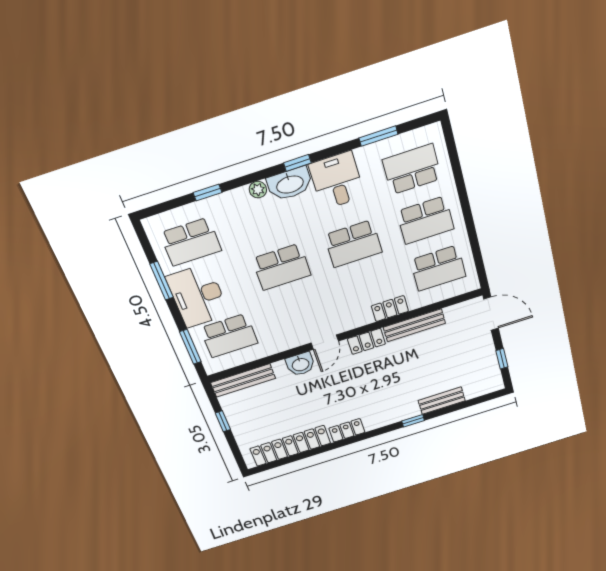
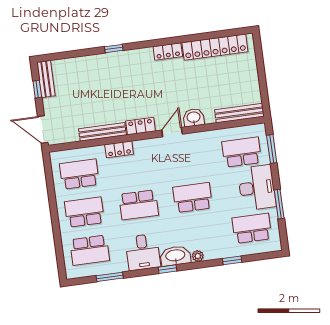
school desk: (353, 244) -> (139, 205), turned 180
bench: (442, 401) -> (46, 79), moved, turned 90
window: (223, 421) -> (262, 81), removed

